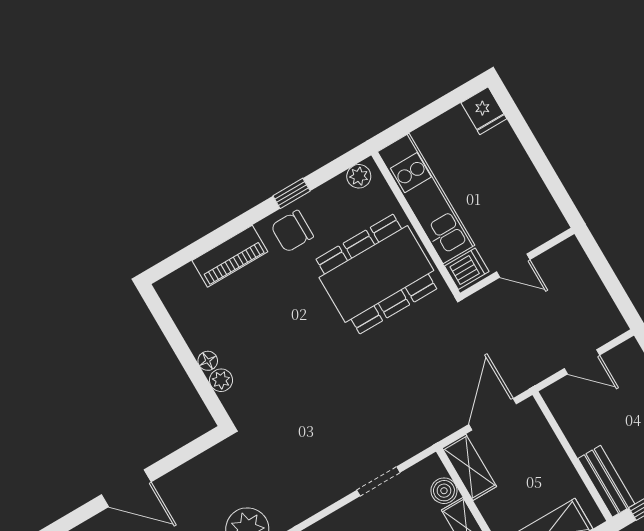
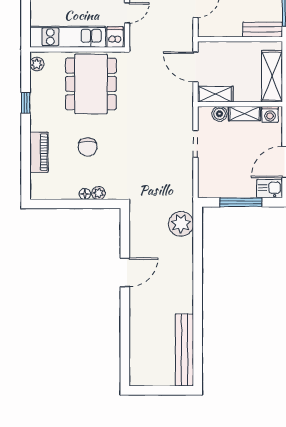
chair: (292, 231) -> (88, 147), moved

